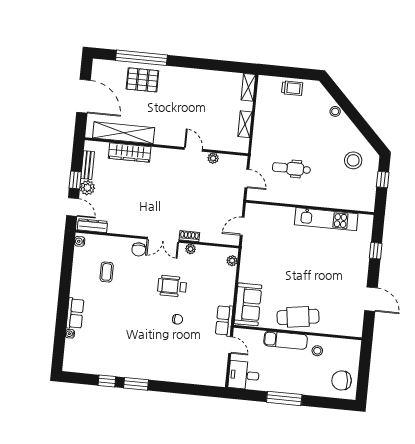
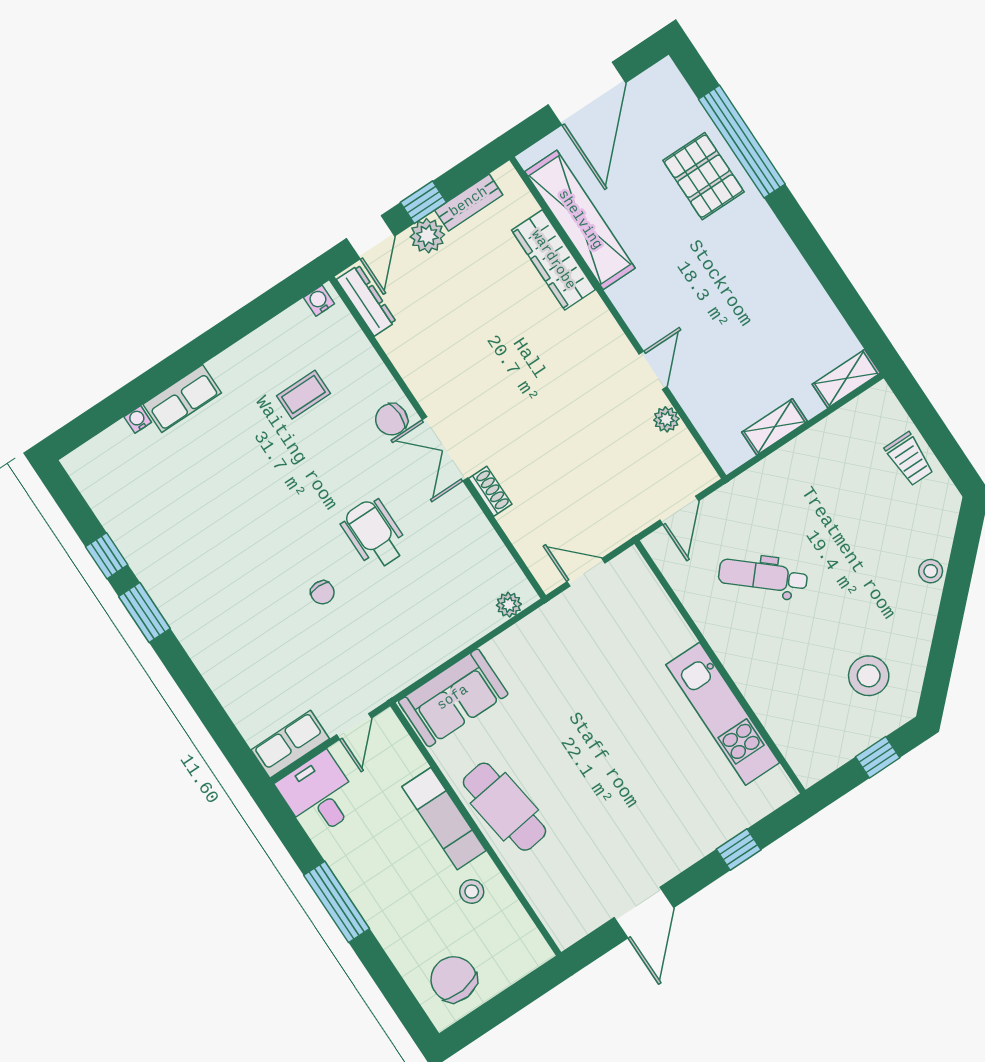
dental chair: (291, 168) -> (763, 576), turned -49
plant: (191, 249) -> (469, 512), removed
row of seats: (224, 321) -> (290, 744), moved

